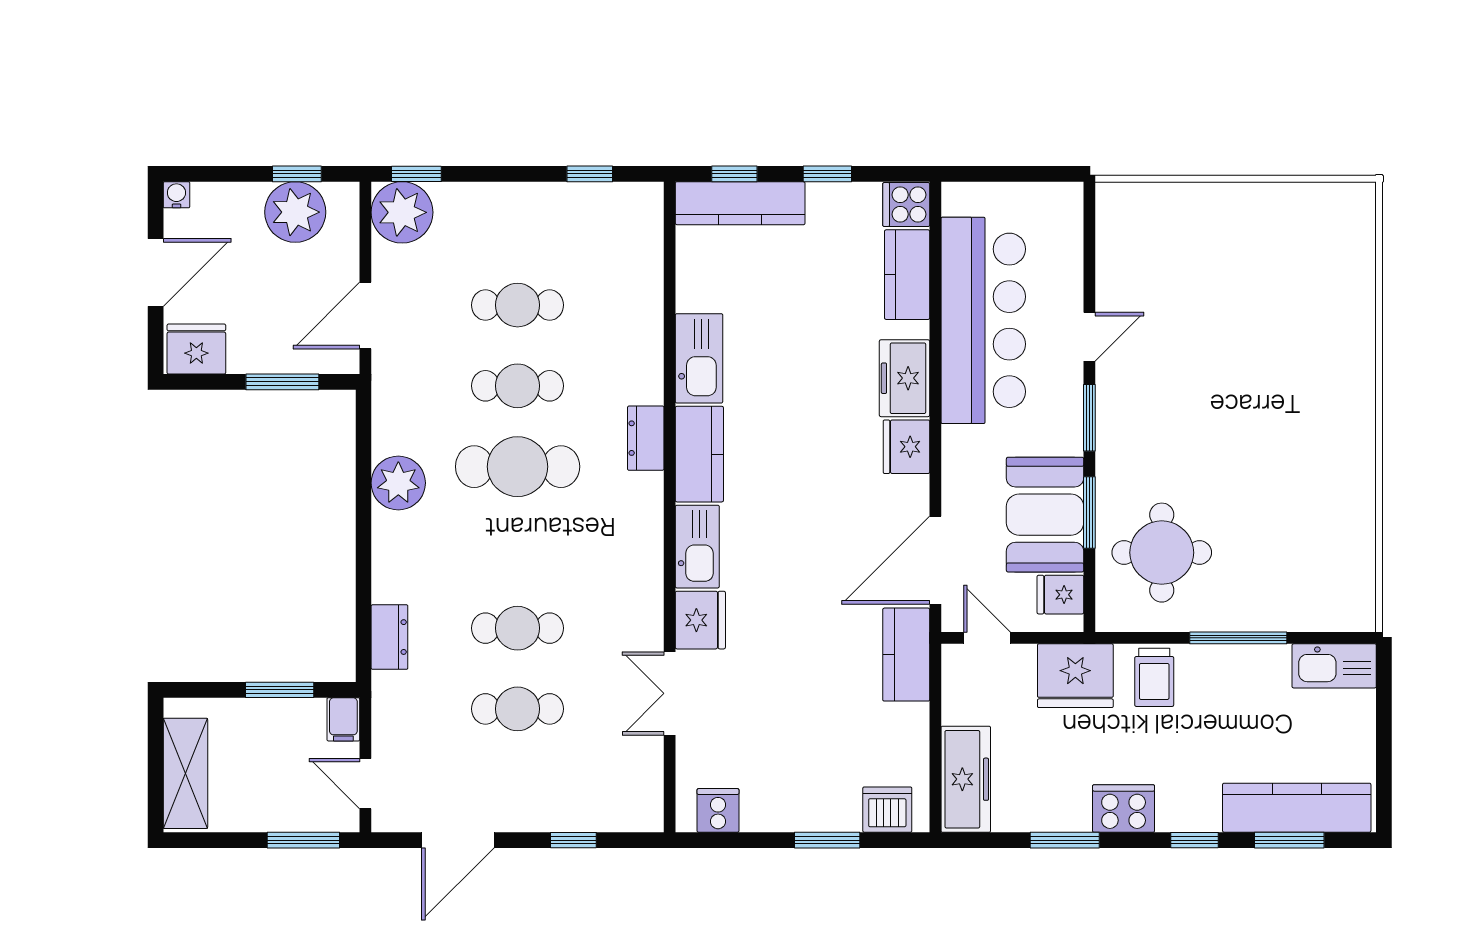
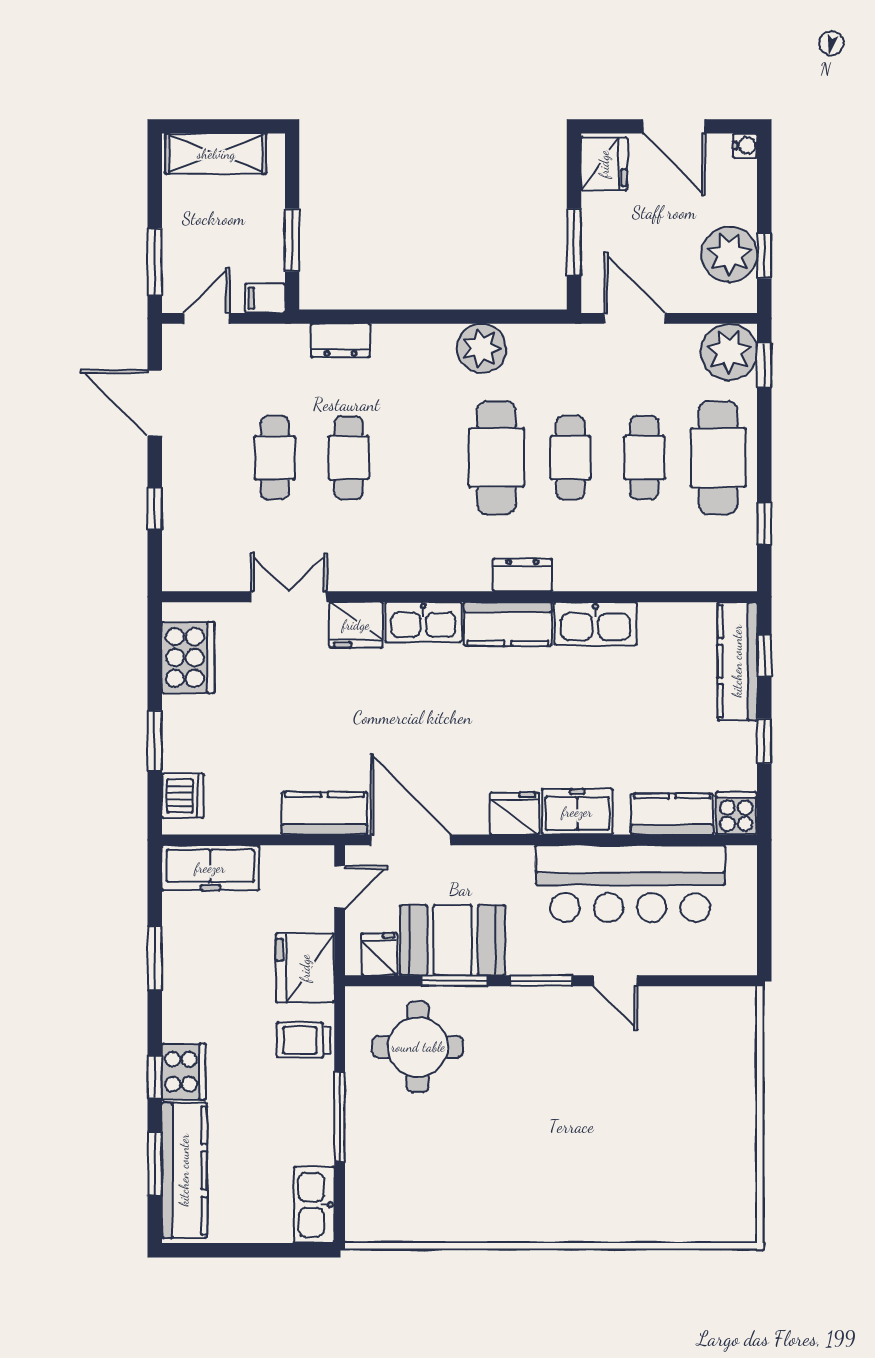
cafe table: (518, 224) -> (718, 458), added
cooker: (1124, 808) -> (184, 1072), moved
cooker: (718, 810) -> (188, 658), width x1.87, depth x1.31

